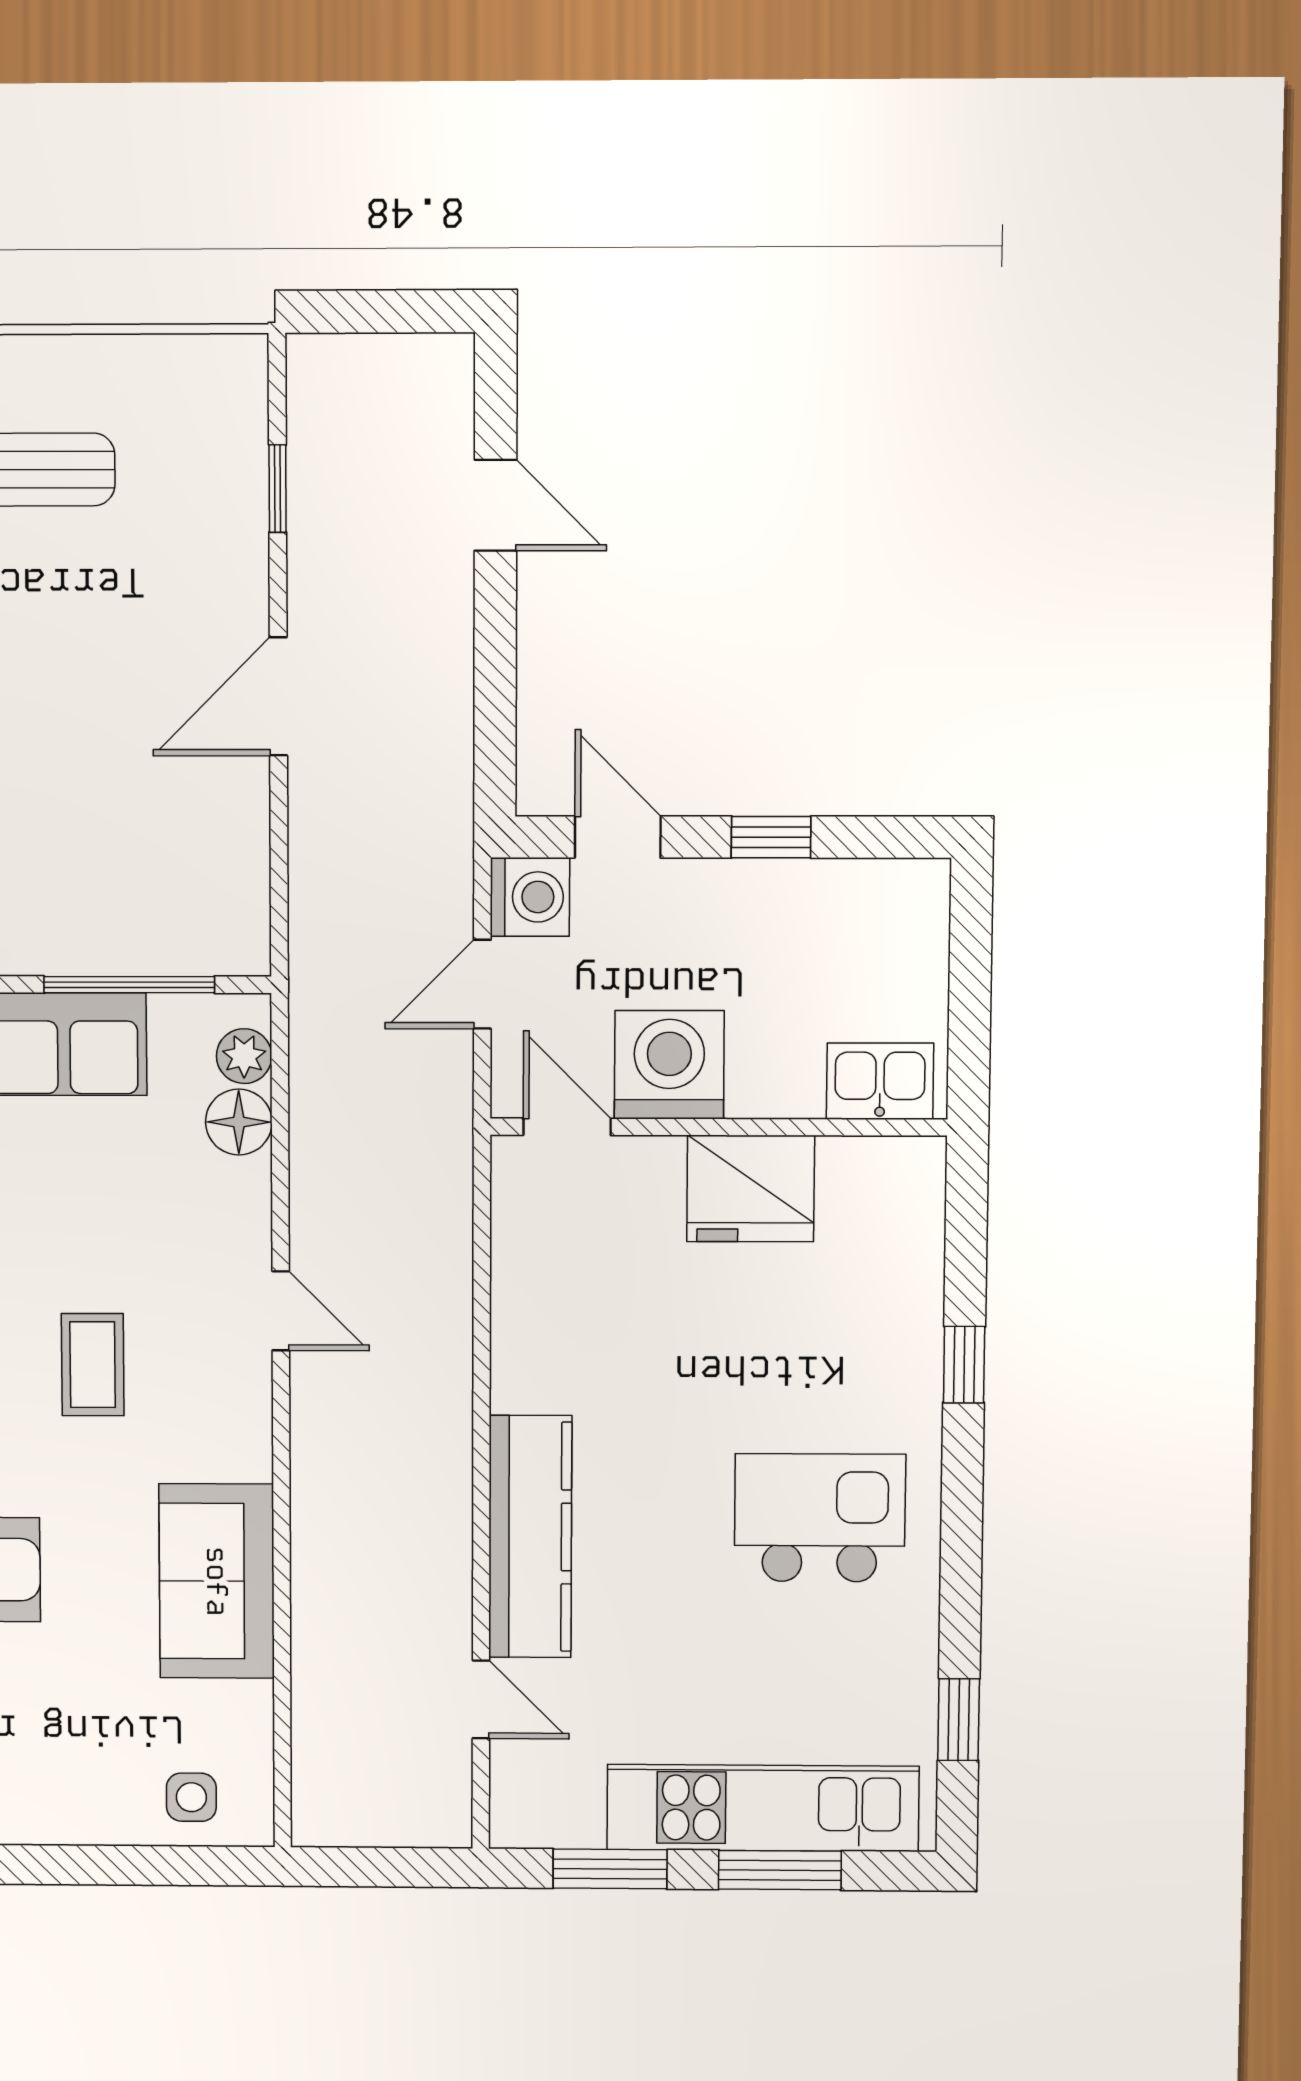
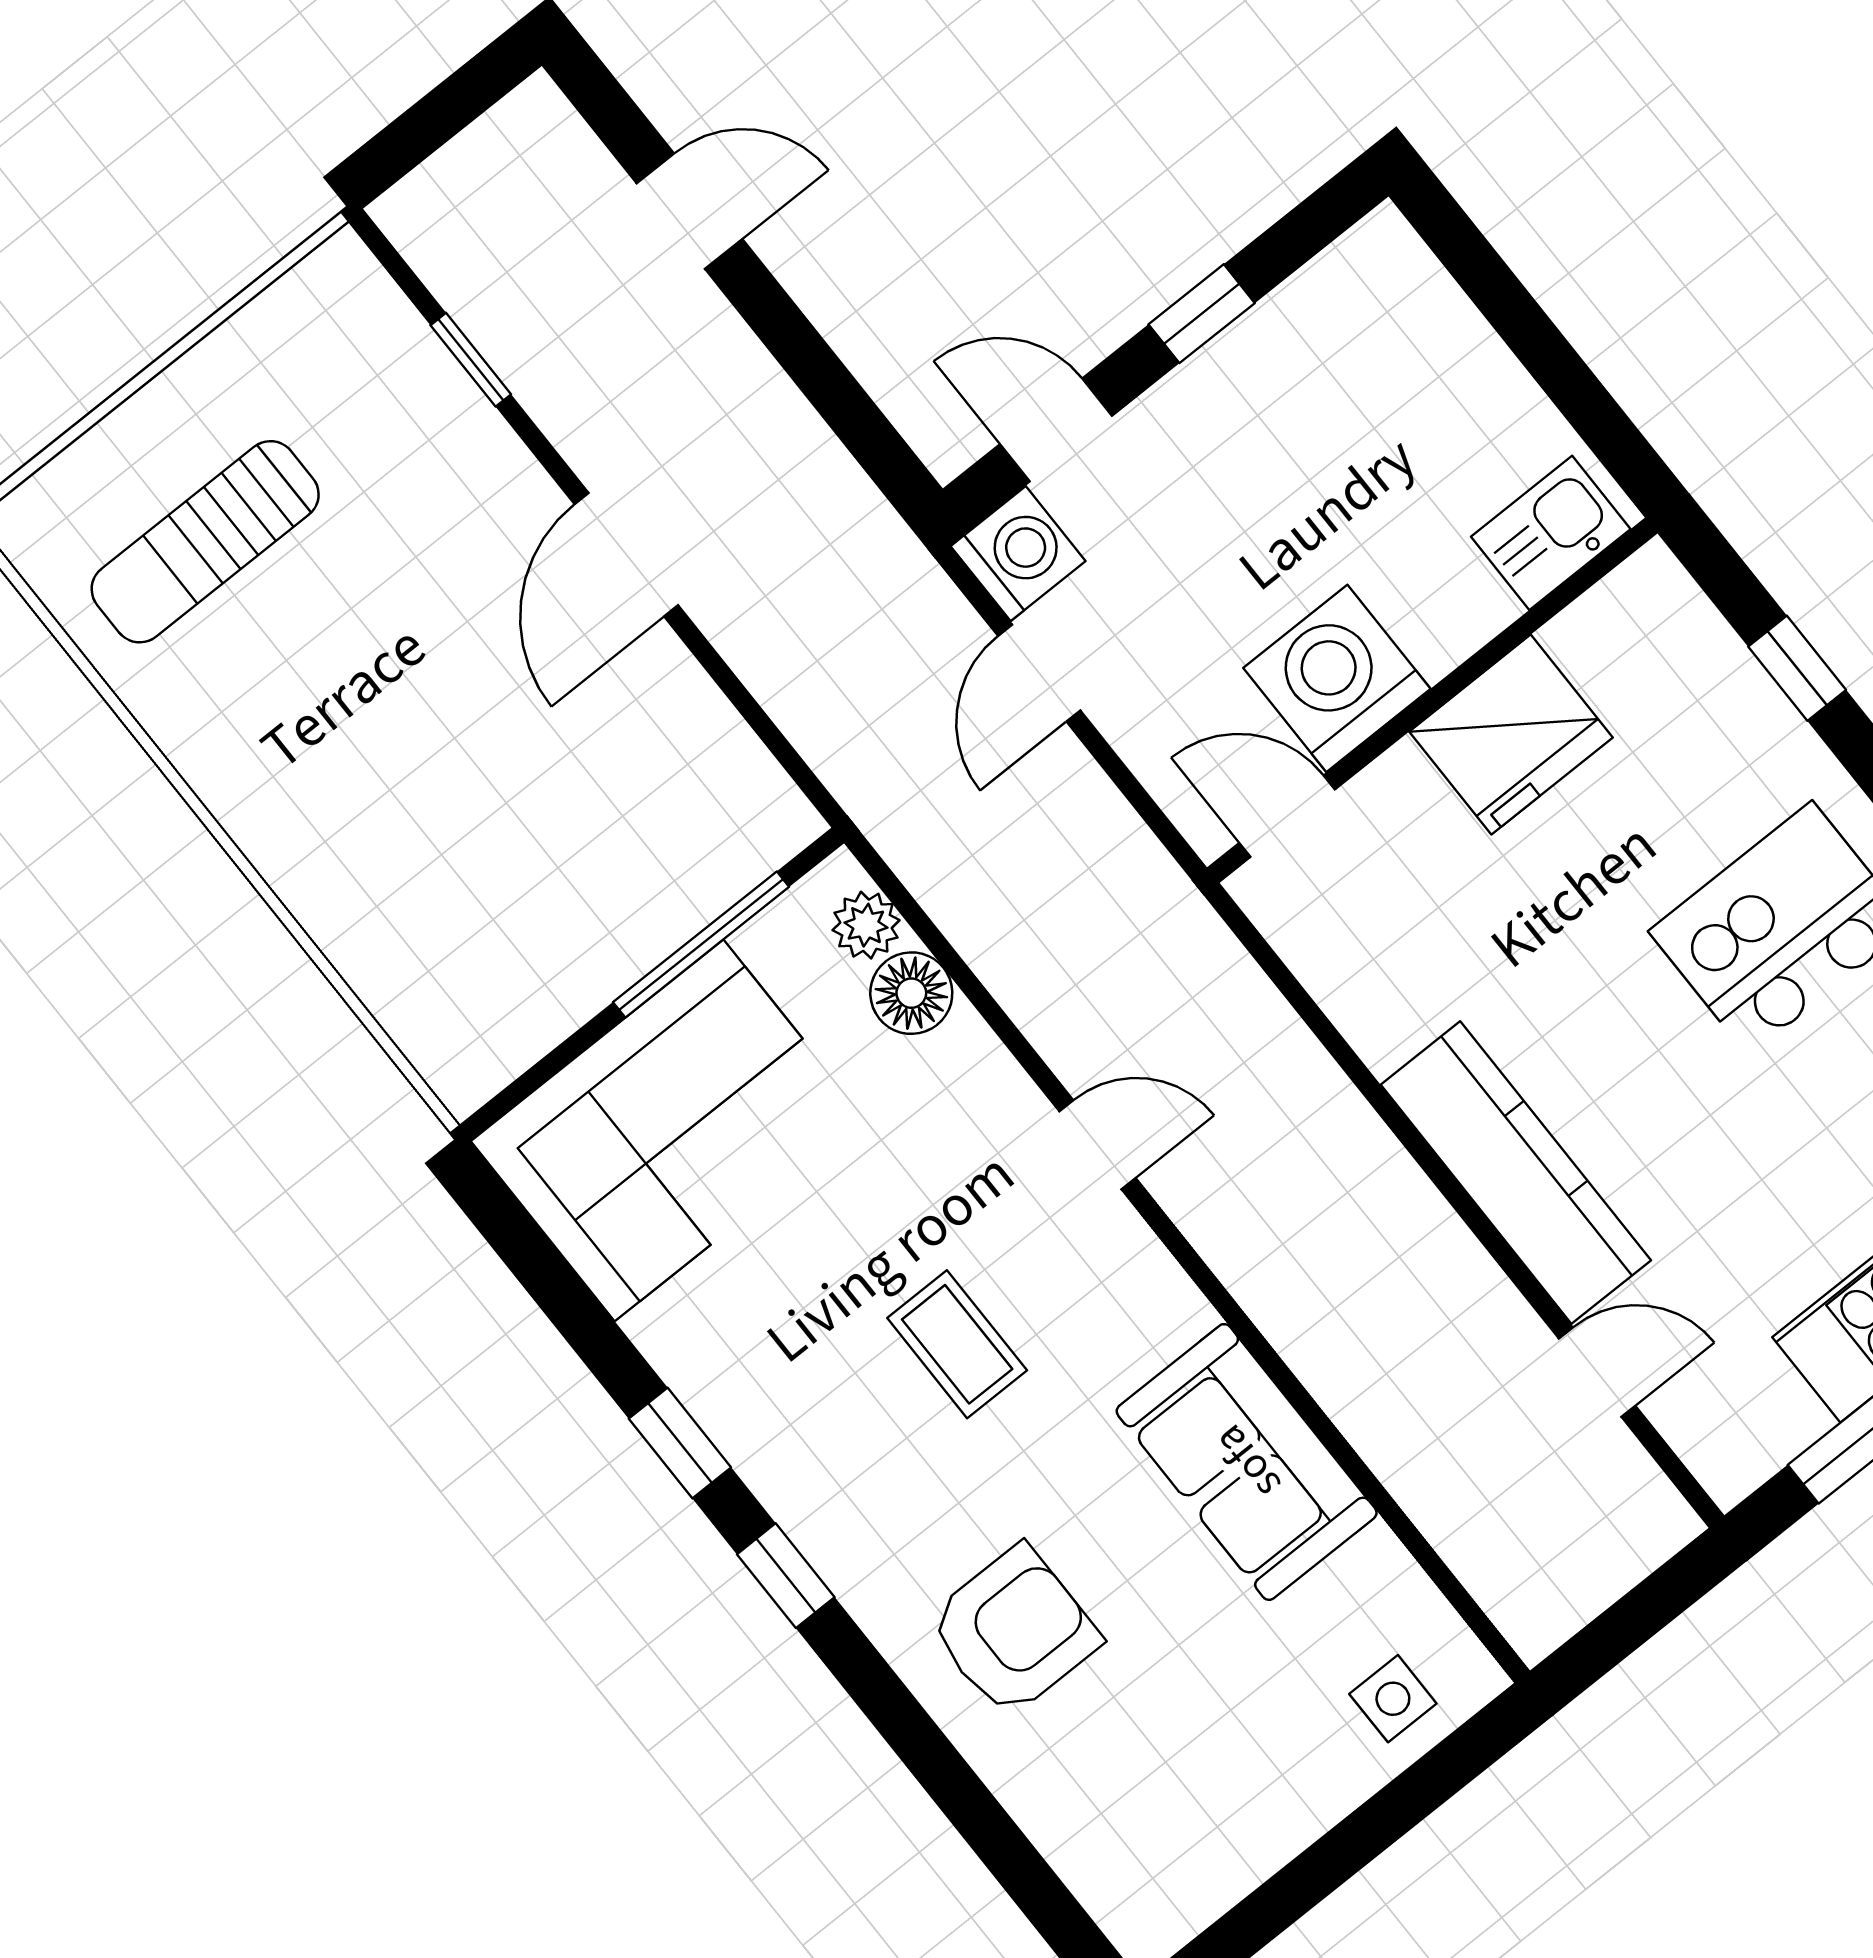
washing machine: (669, 1065) -> (1337, 678), moved
kitchen sink: (880, 1081) -> (1551, 533), moved
door: (567, 1127) -> (1287, 816), moved
wall: (718, 1127) -> (1432, 700), moved
fridge: (751, 1189) -> (1511, 735), moved

